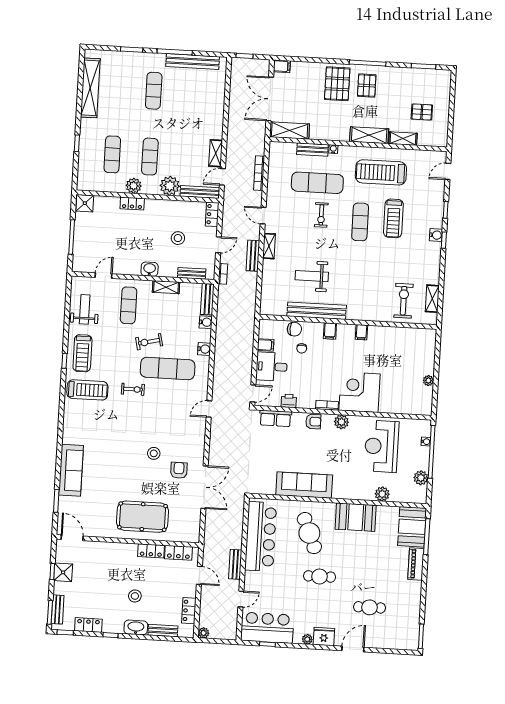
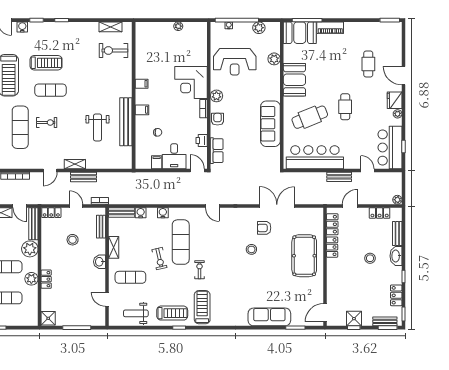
water cooler: (436, 235) -> (22, 27), moved
chair: (294, 329) -> (142, 139), removed

